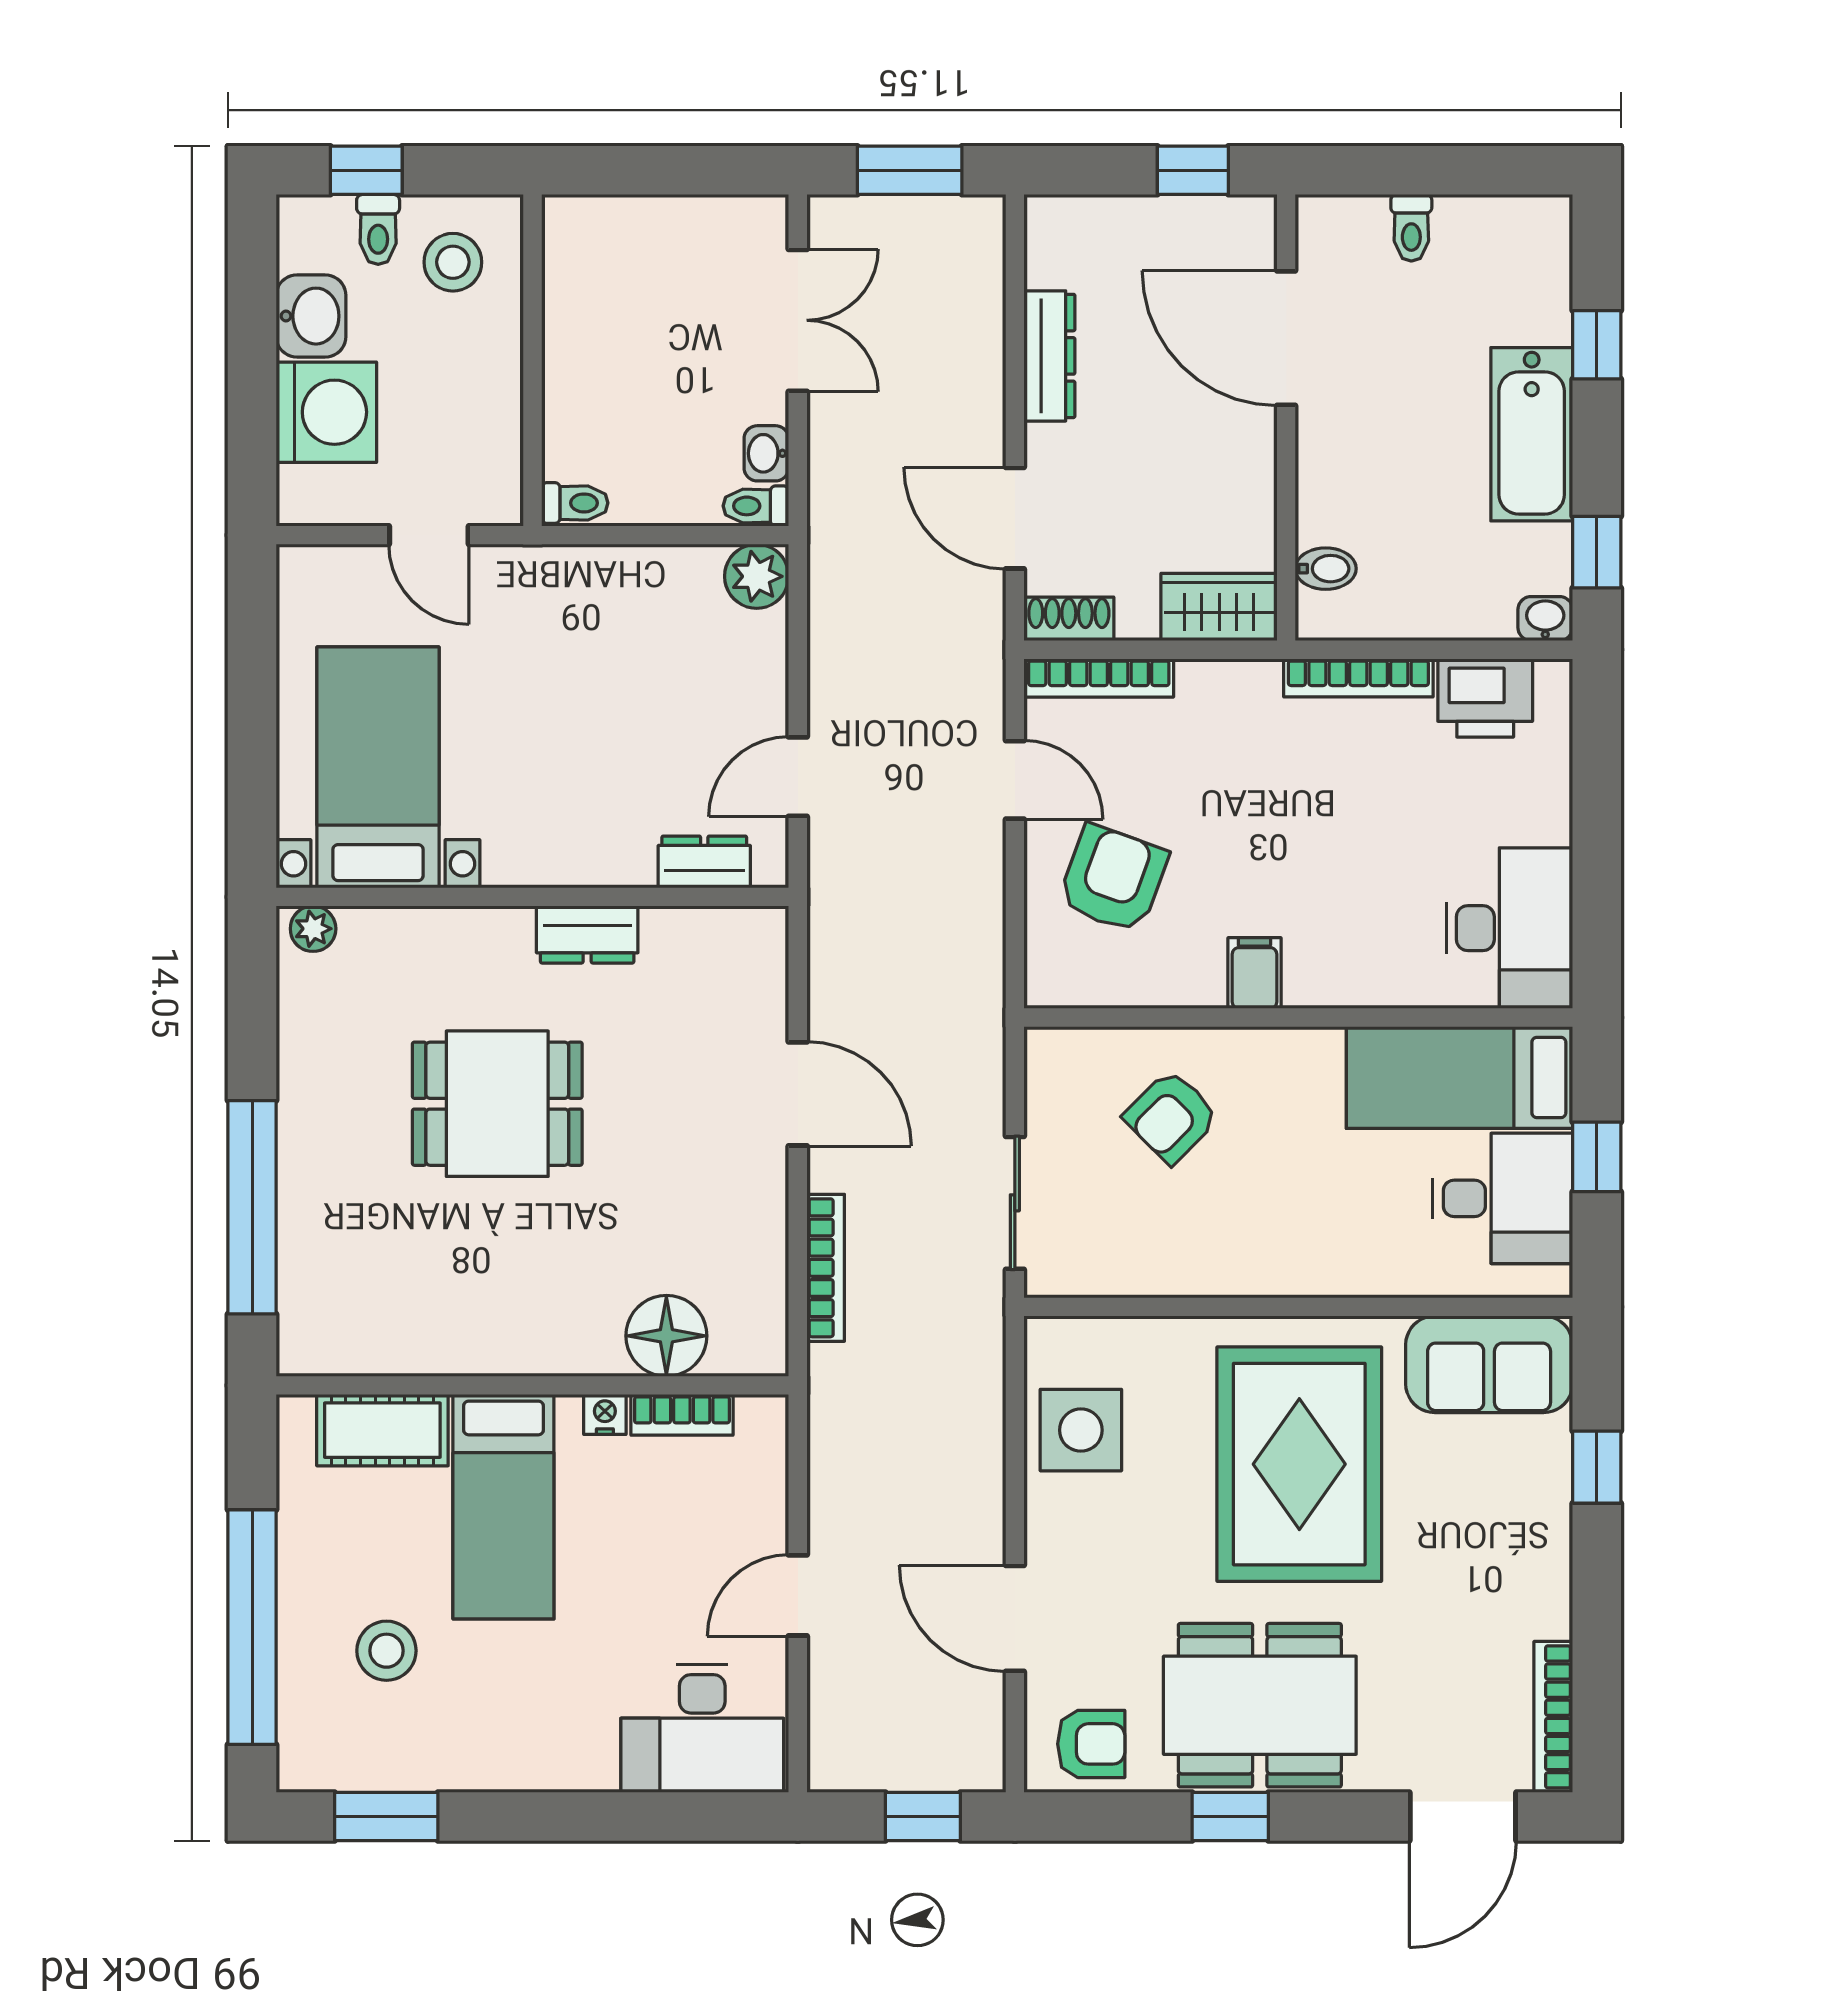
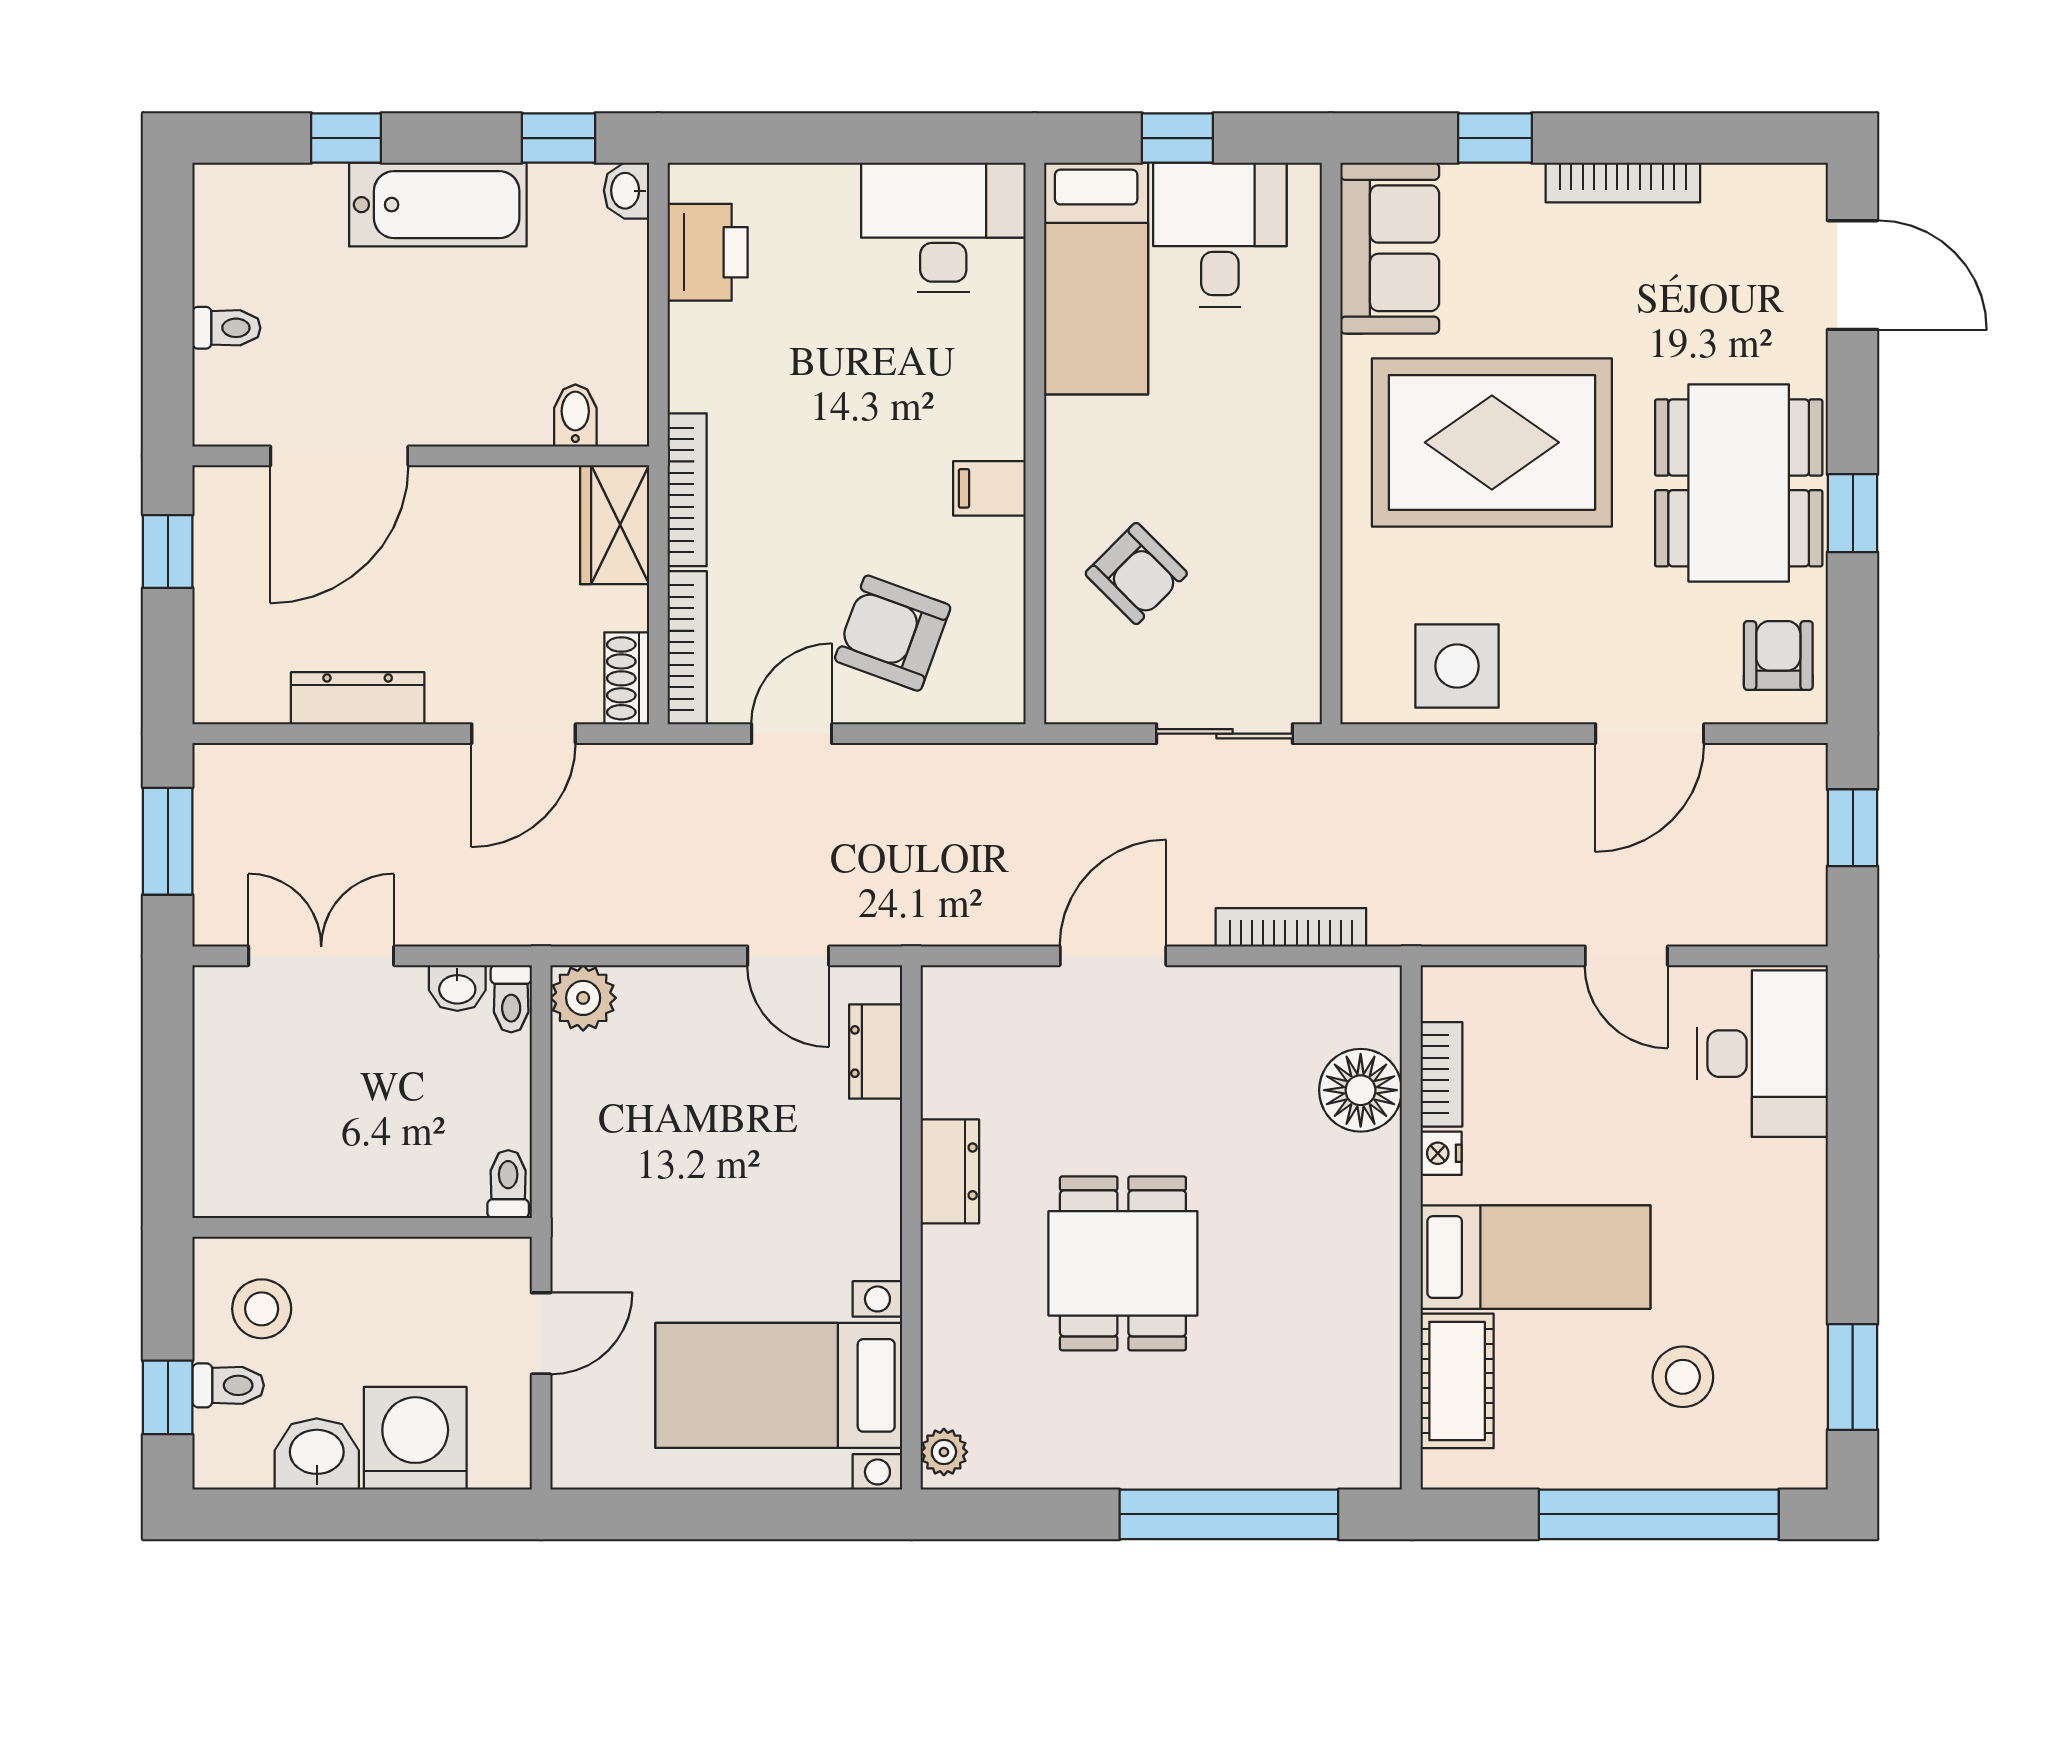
bookcase: (1358, 678) -> (687, 490), moved
bookcase: (1553, 1717) -> (1623, 183), moved

